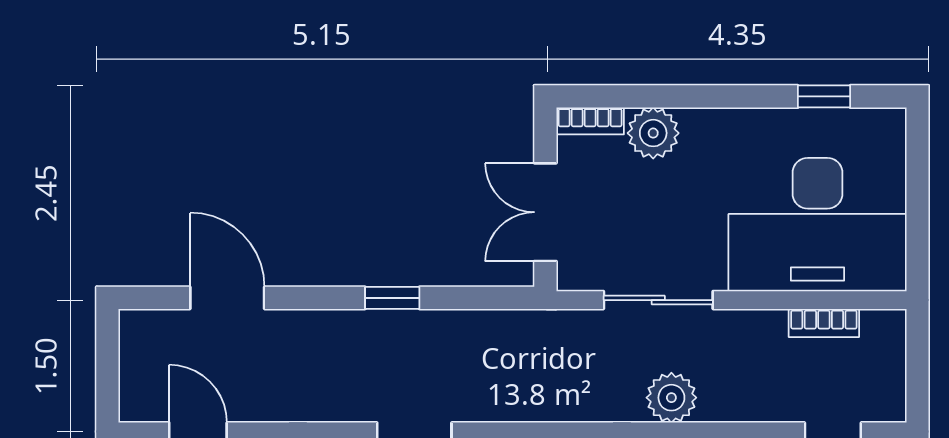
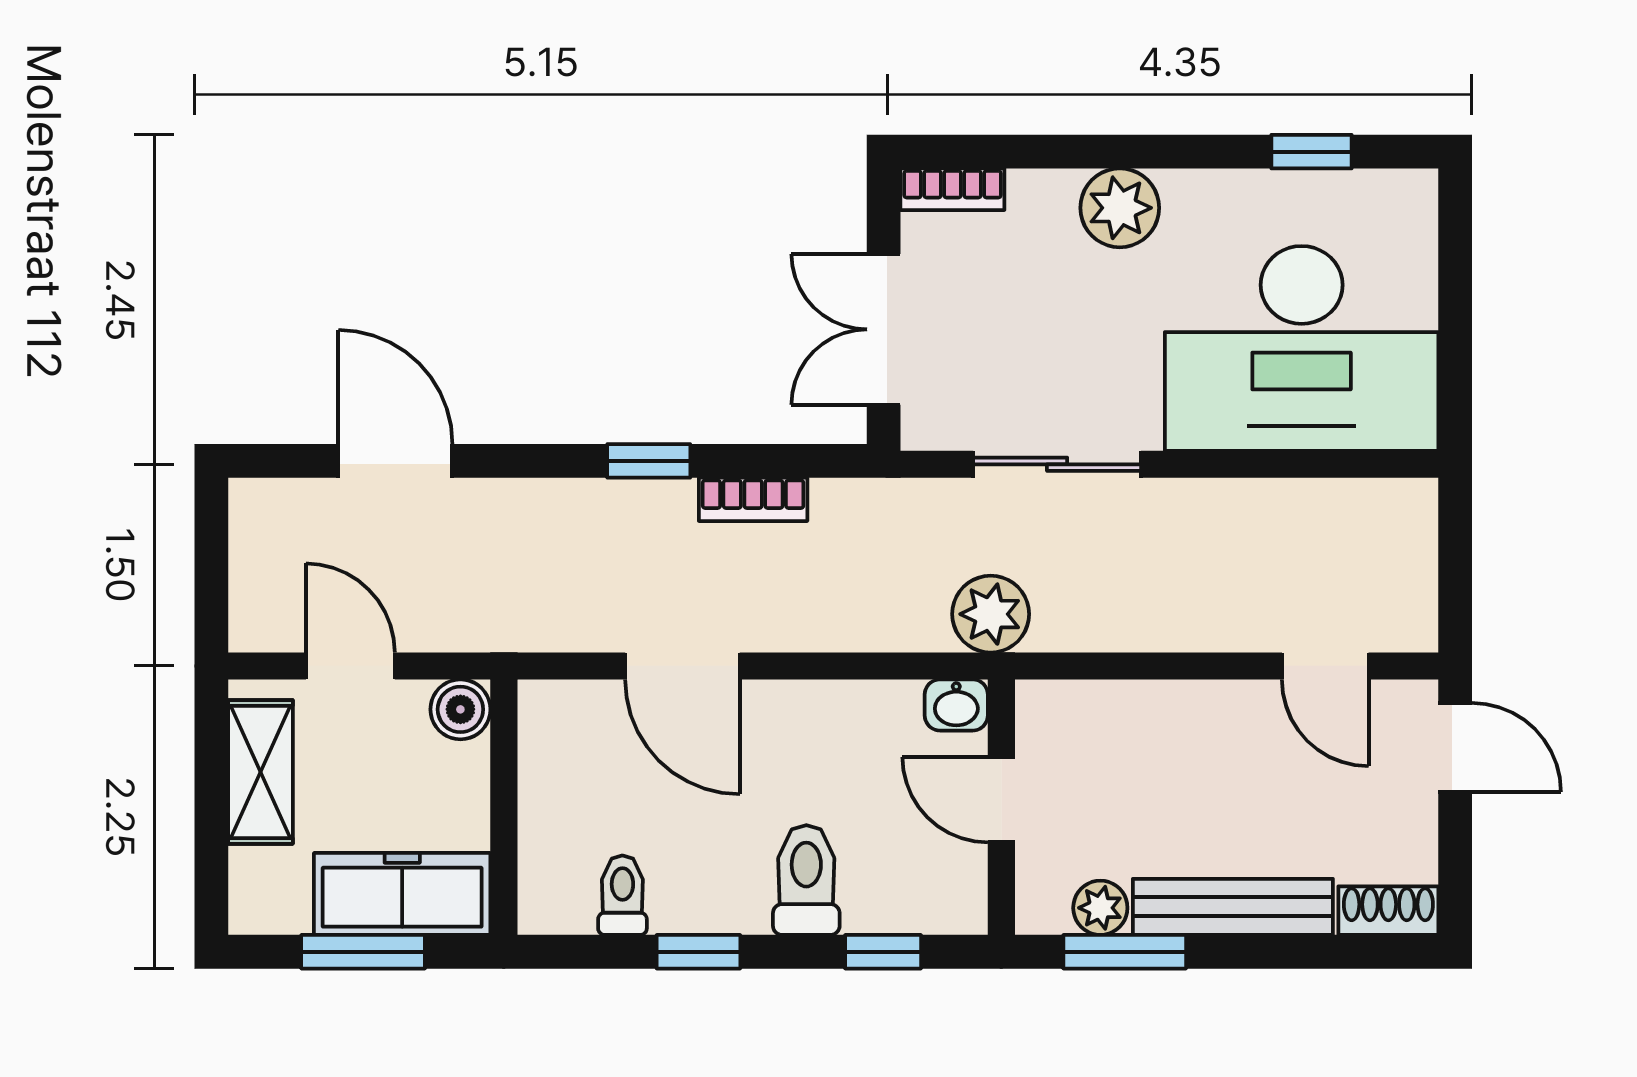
plant: (653, 133) -> (1120, 208), moved
bookcase: (824, 323) -> (753, 499), moved
plant: (671, 398) -> (991, 614), moved

